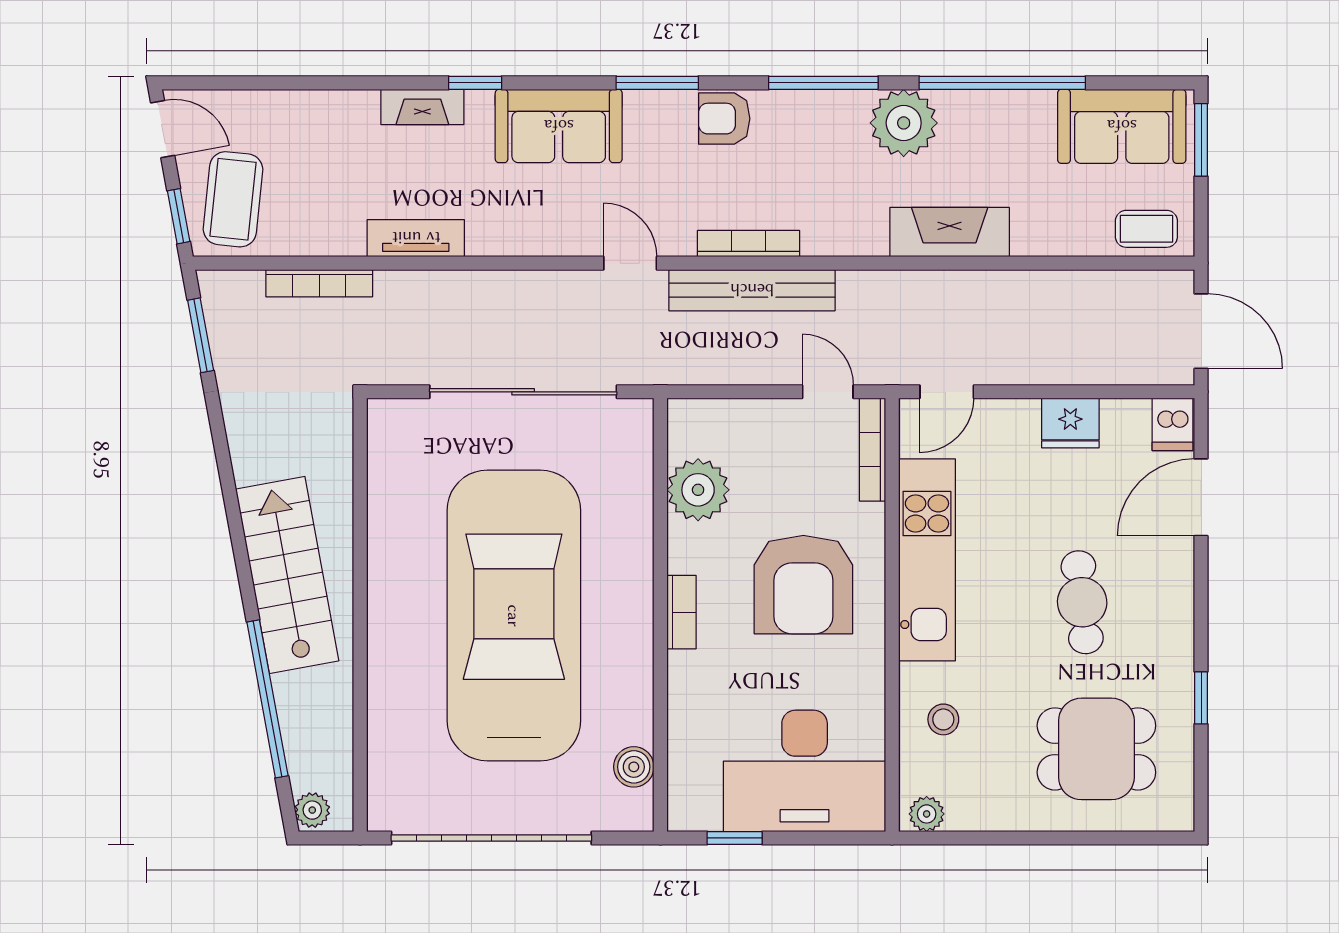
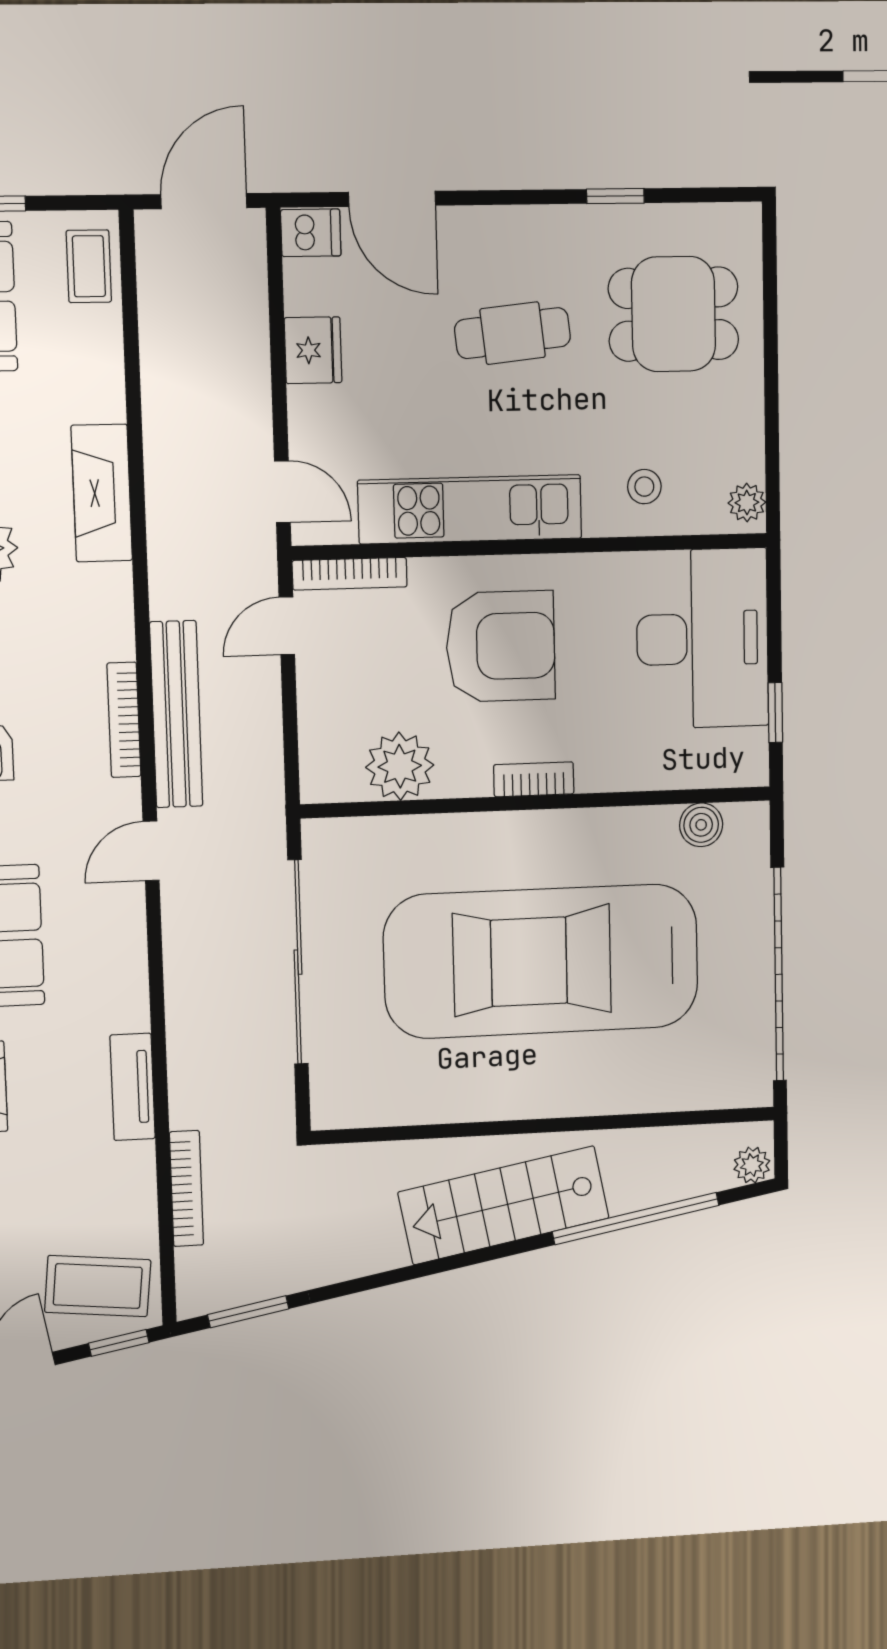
dining table: (1096, 749) -> (674, 314), turned 90

